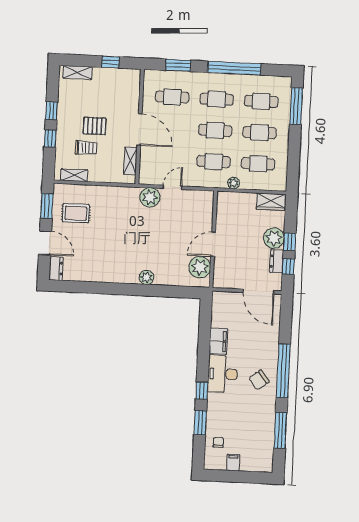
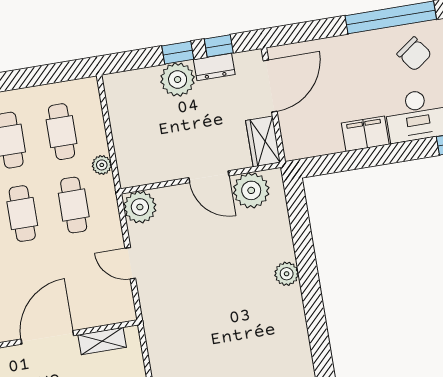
plant: (150, 197) -> (140, 207), moved
wardrobe: (271, 202) -> (263, 141), moved, turned 180

